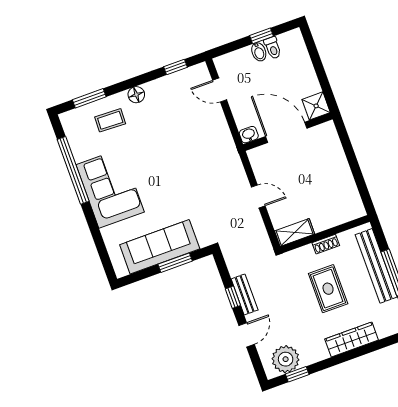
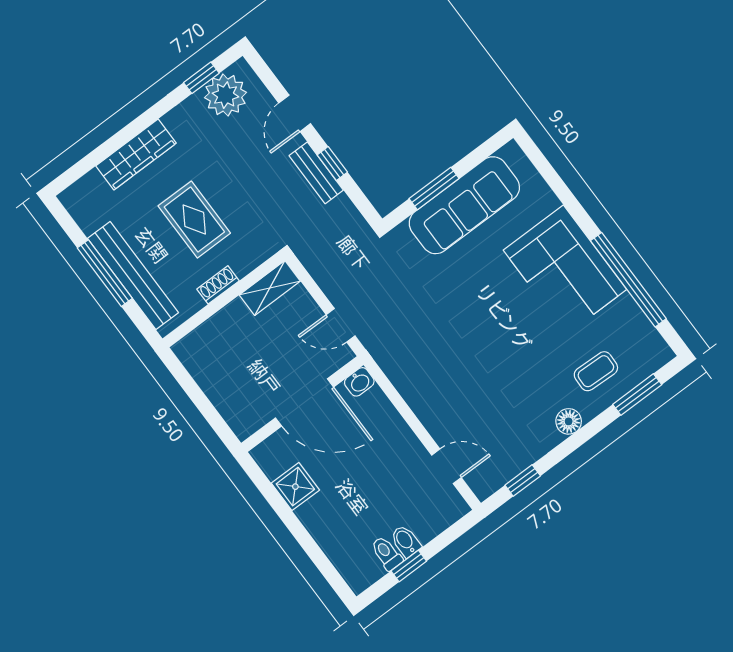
door: (286, 132) -> (304, 402), moved
wall: (288, 132) -> (302, 404), moved
washbasin: (249, 135) -> (359, 382), moved

